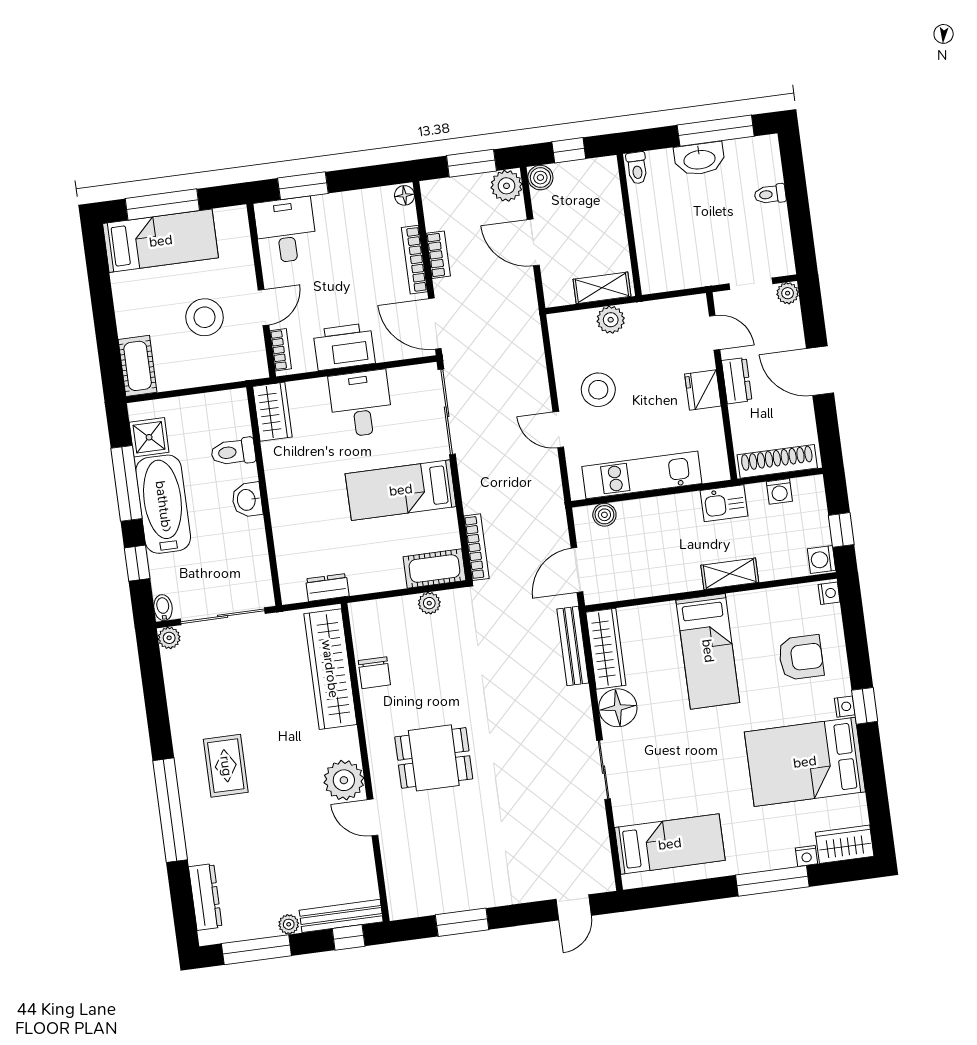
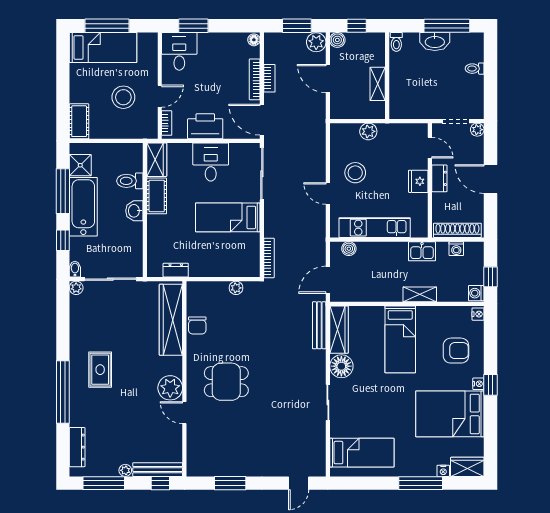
shelving: (602, 288) -> (378, 84), moved, turned 90
cot: (434, 569) -> (157, 196), moved, turned 90

